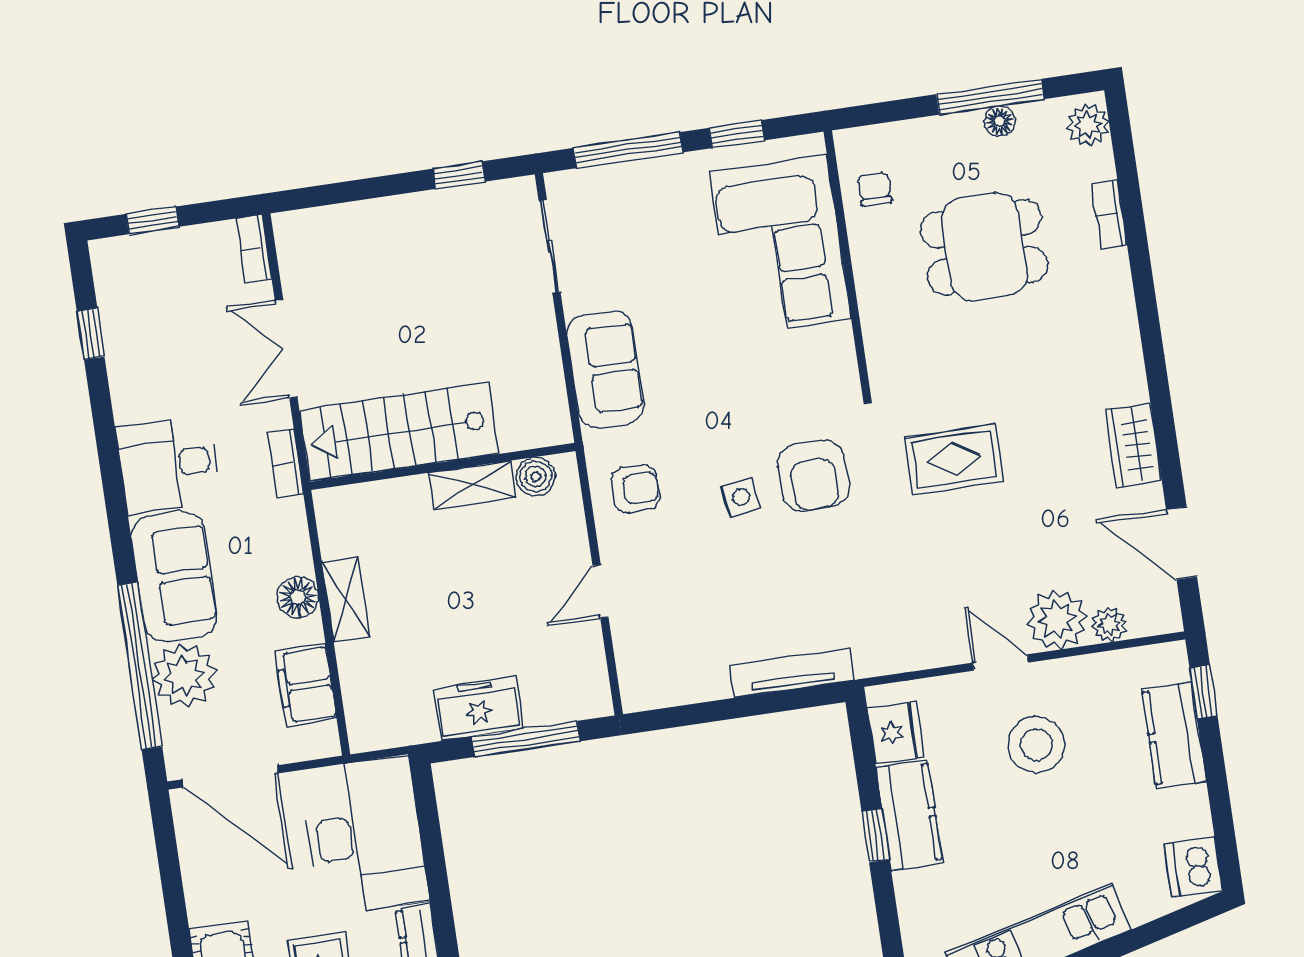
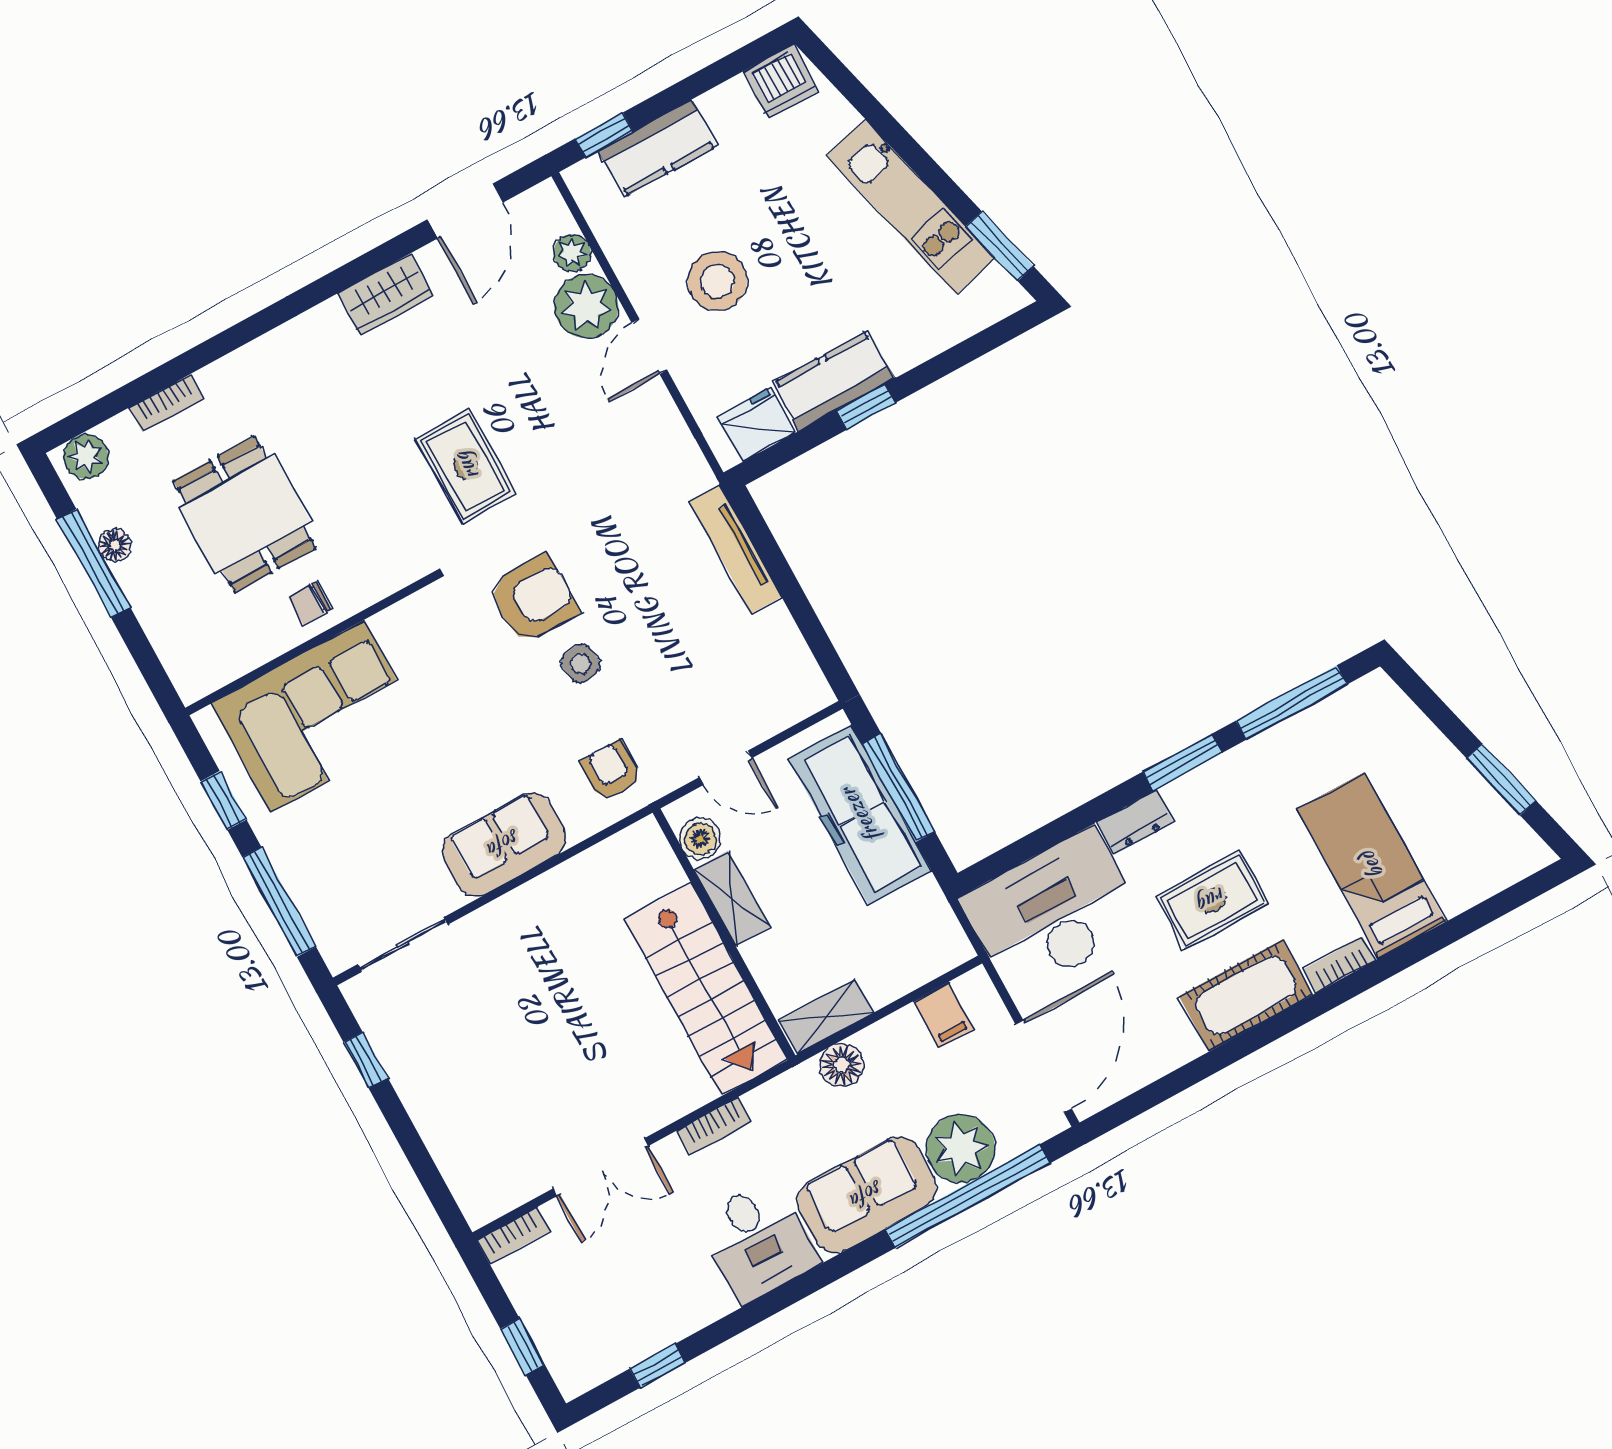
chair: (875, 189) -> (310, 603), moved
stairs: (399, 432) -> (706, 990), moved
wall: (443, 466) -> (724, 934), moved
boiler: (536, 476) -> (700, 839), moved
shelving: (472, 485) -> (732, 898), moved
filing cabinet: (306, 685) -> (944, 1015), width x0.50
freezer: (478, 708) -> (860, 815), width x1.91, depth x1.26

